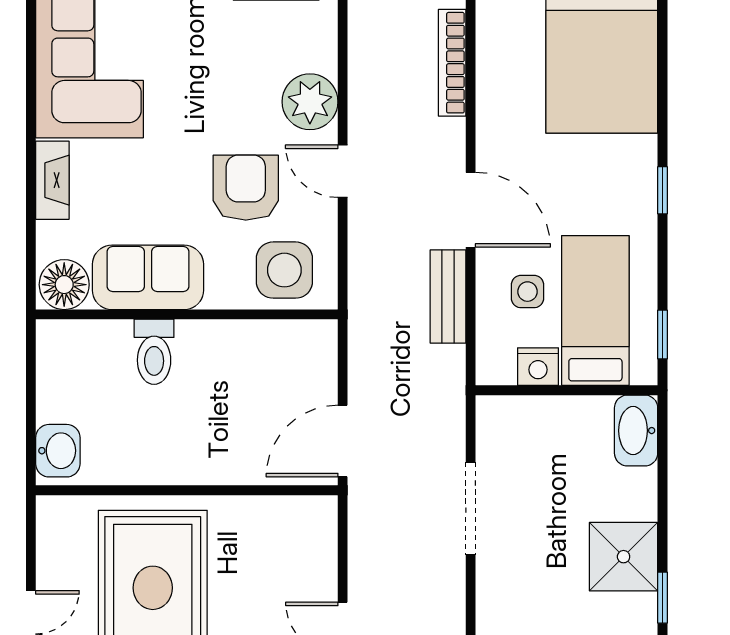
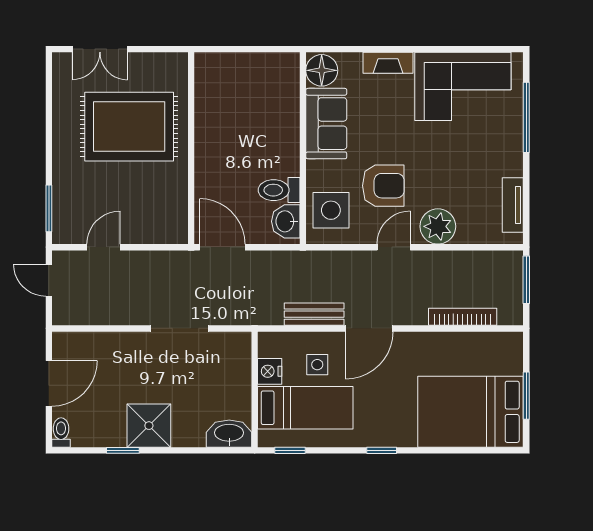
toilet: (154, 352) -> (279, 190), moved
washbasin: (58, 451) -> (286, 221), moved, turned 90

